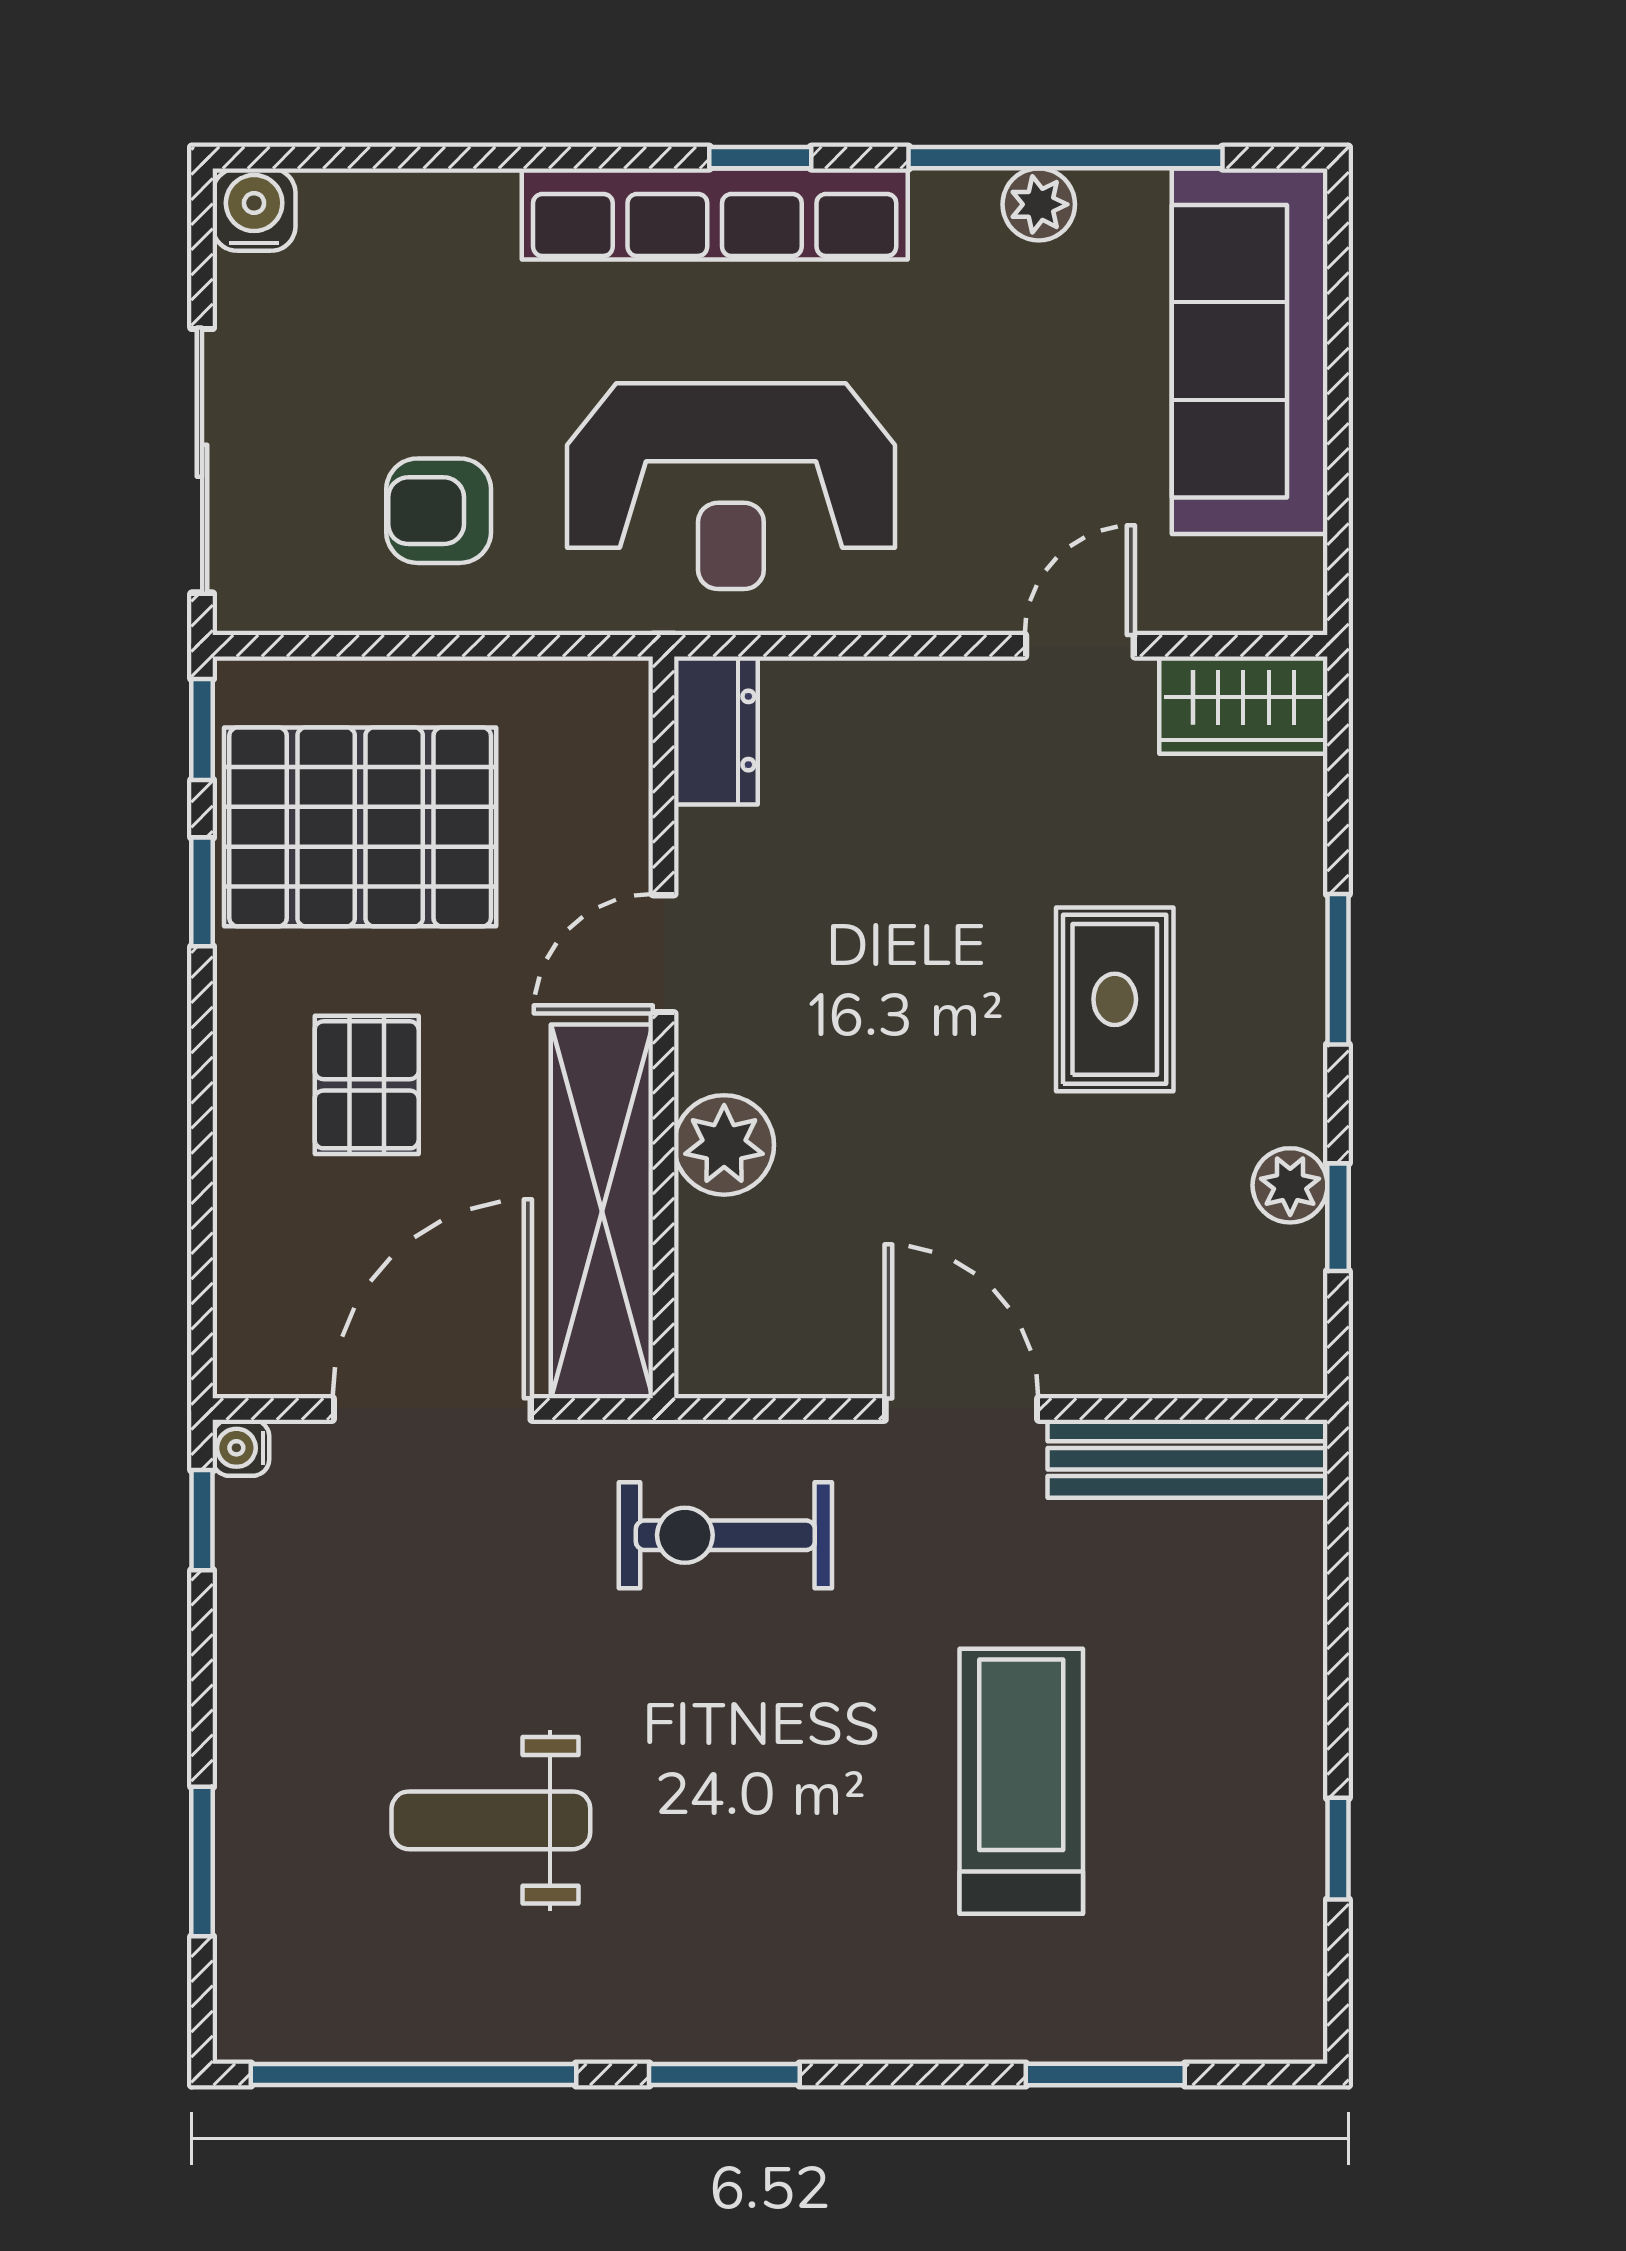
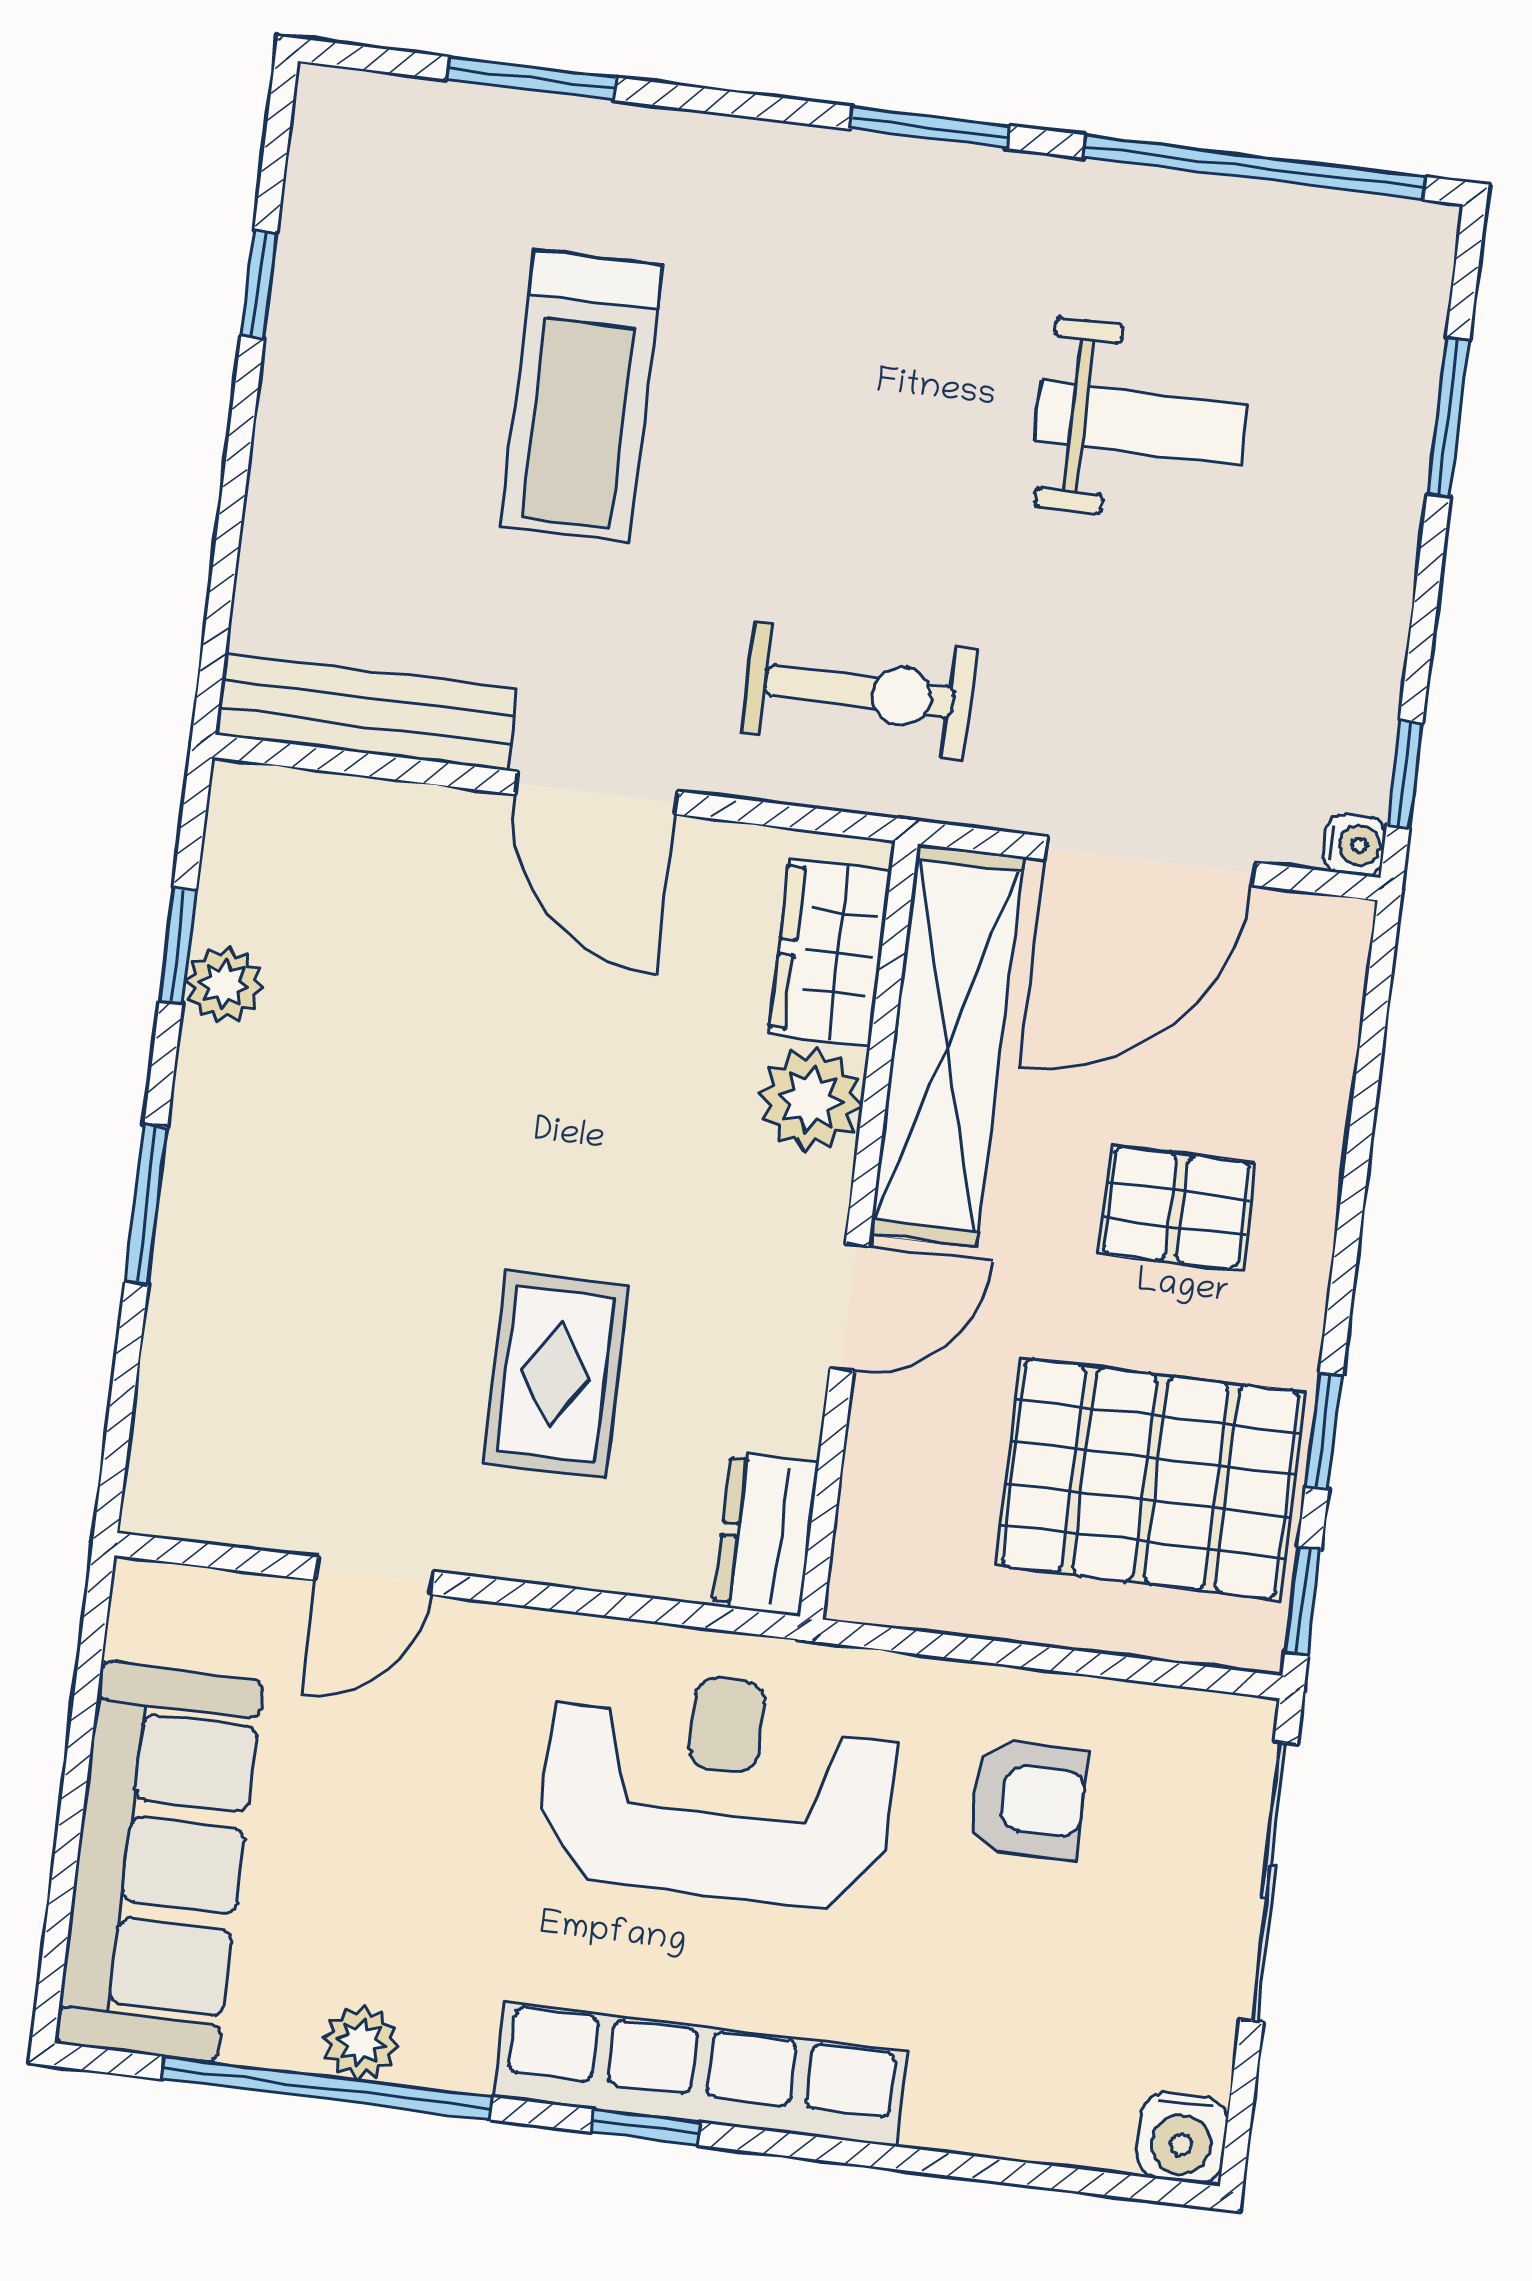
wardrobe: (1243, 705) -> (830, 952), moved, turned -90
rug: (1115, 999) -> (556, 1374), moved
pallet: (367, 1085) -> (1177, 1208), turned 90

